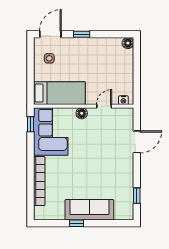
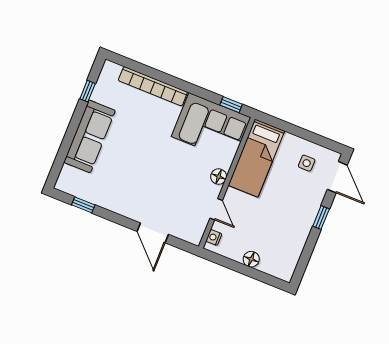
floor lamp: (128, 43) -> (251, 259), moved
window: (77, 223) -> (88, 91), moved

